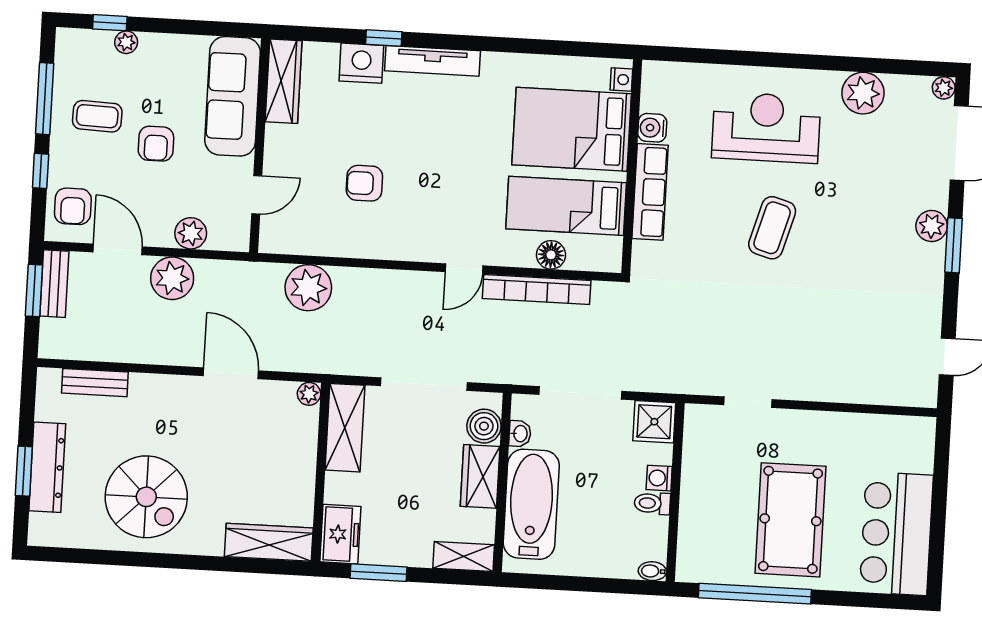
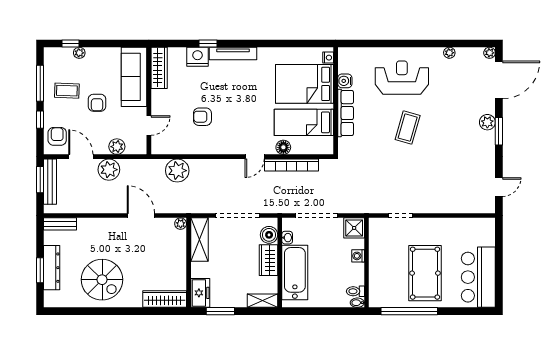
plant: (863, 93) -> (449, 53), width x0.53, depth x0.53
armchair: (73, 206) -> (57, 136), turned 180
floor lamp: (551, 255) -> (283, 147), moved
bench: (54, 284) -> (50, 182), width x1.36
bench: (95, 383) -> (60, 224), moved
toilet: (652, 503) -> (355, 291), moved

